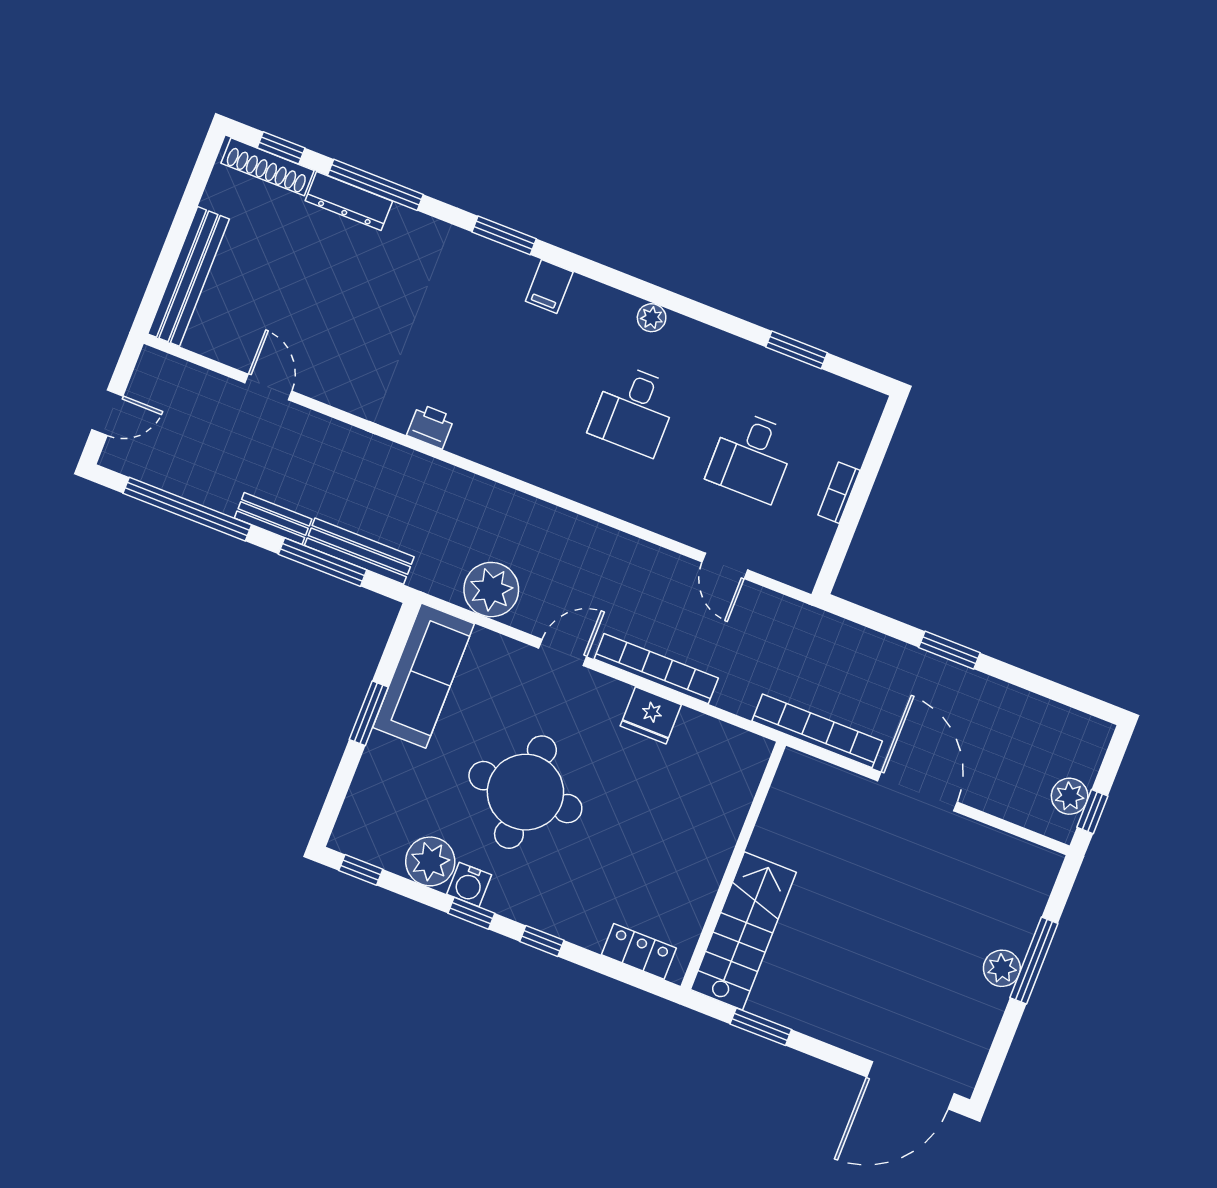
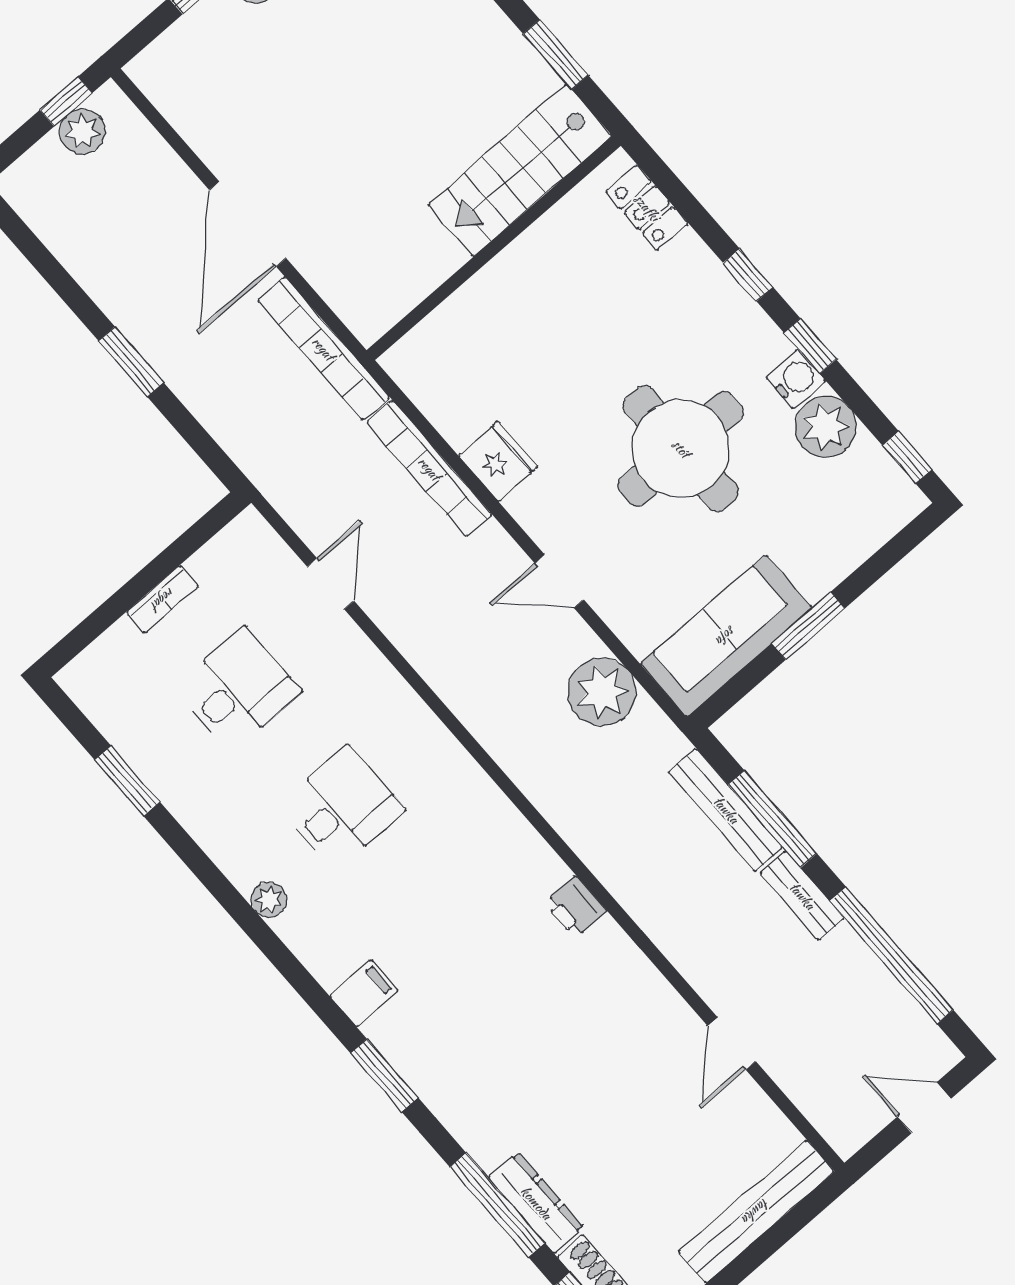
bookcase: (656, 669) -> (429, 469), moved

